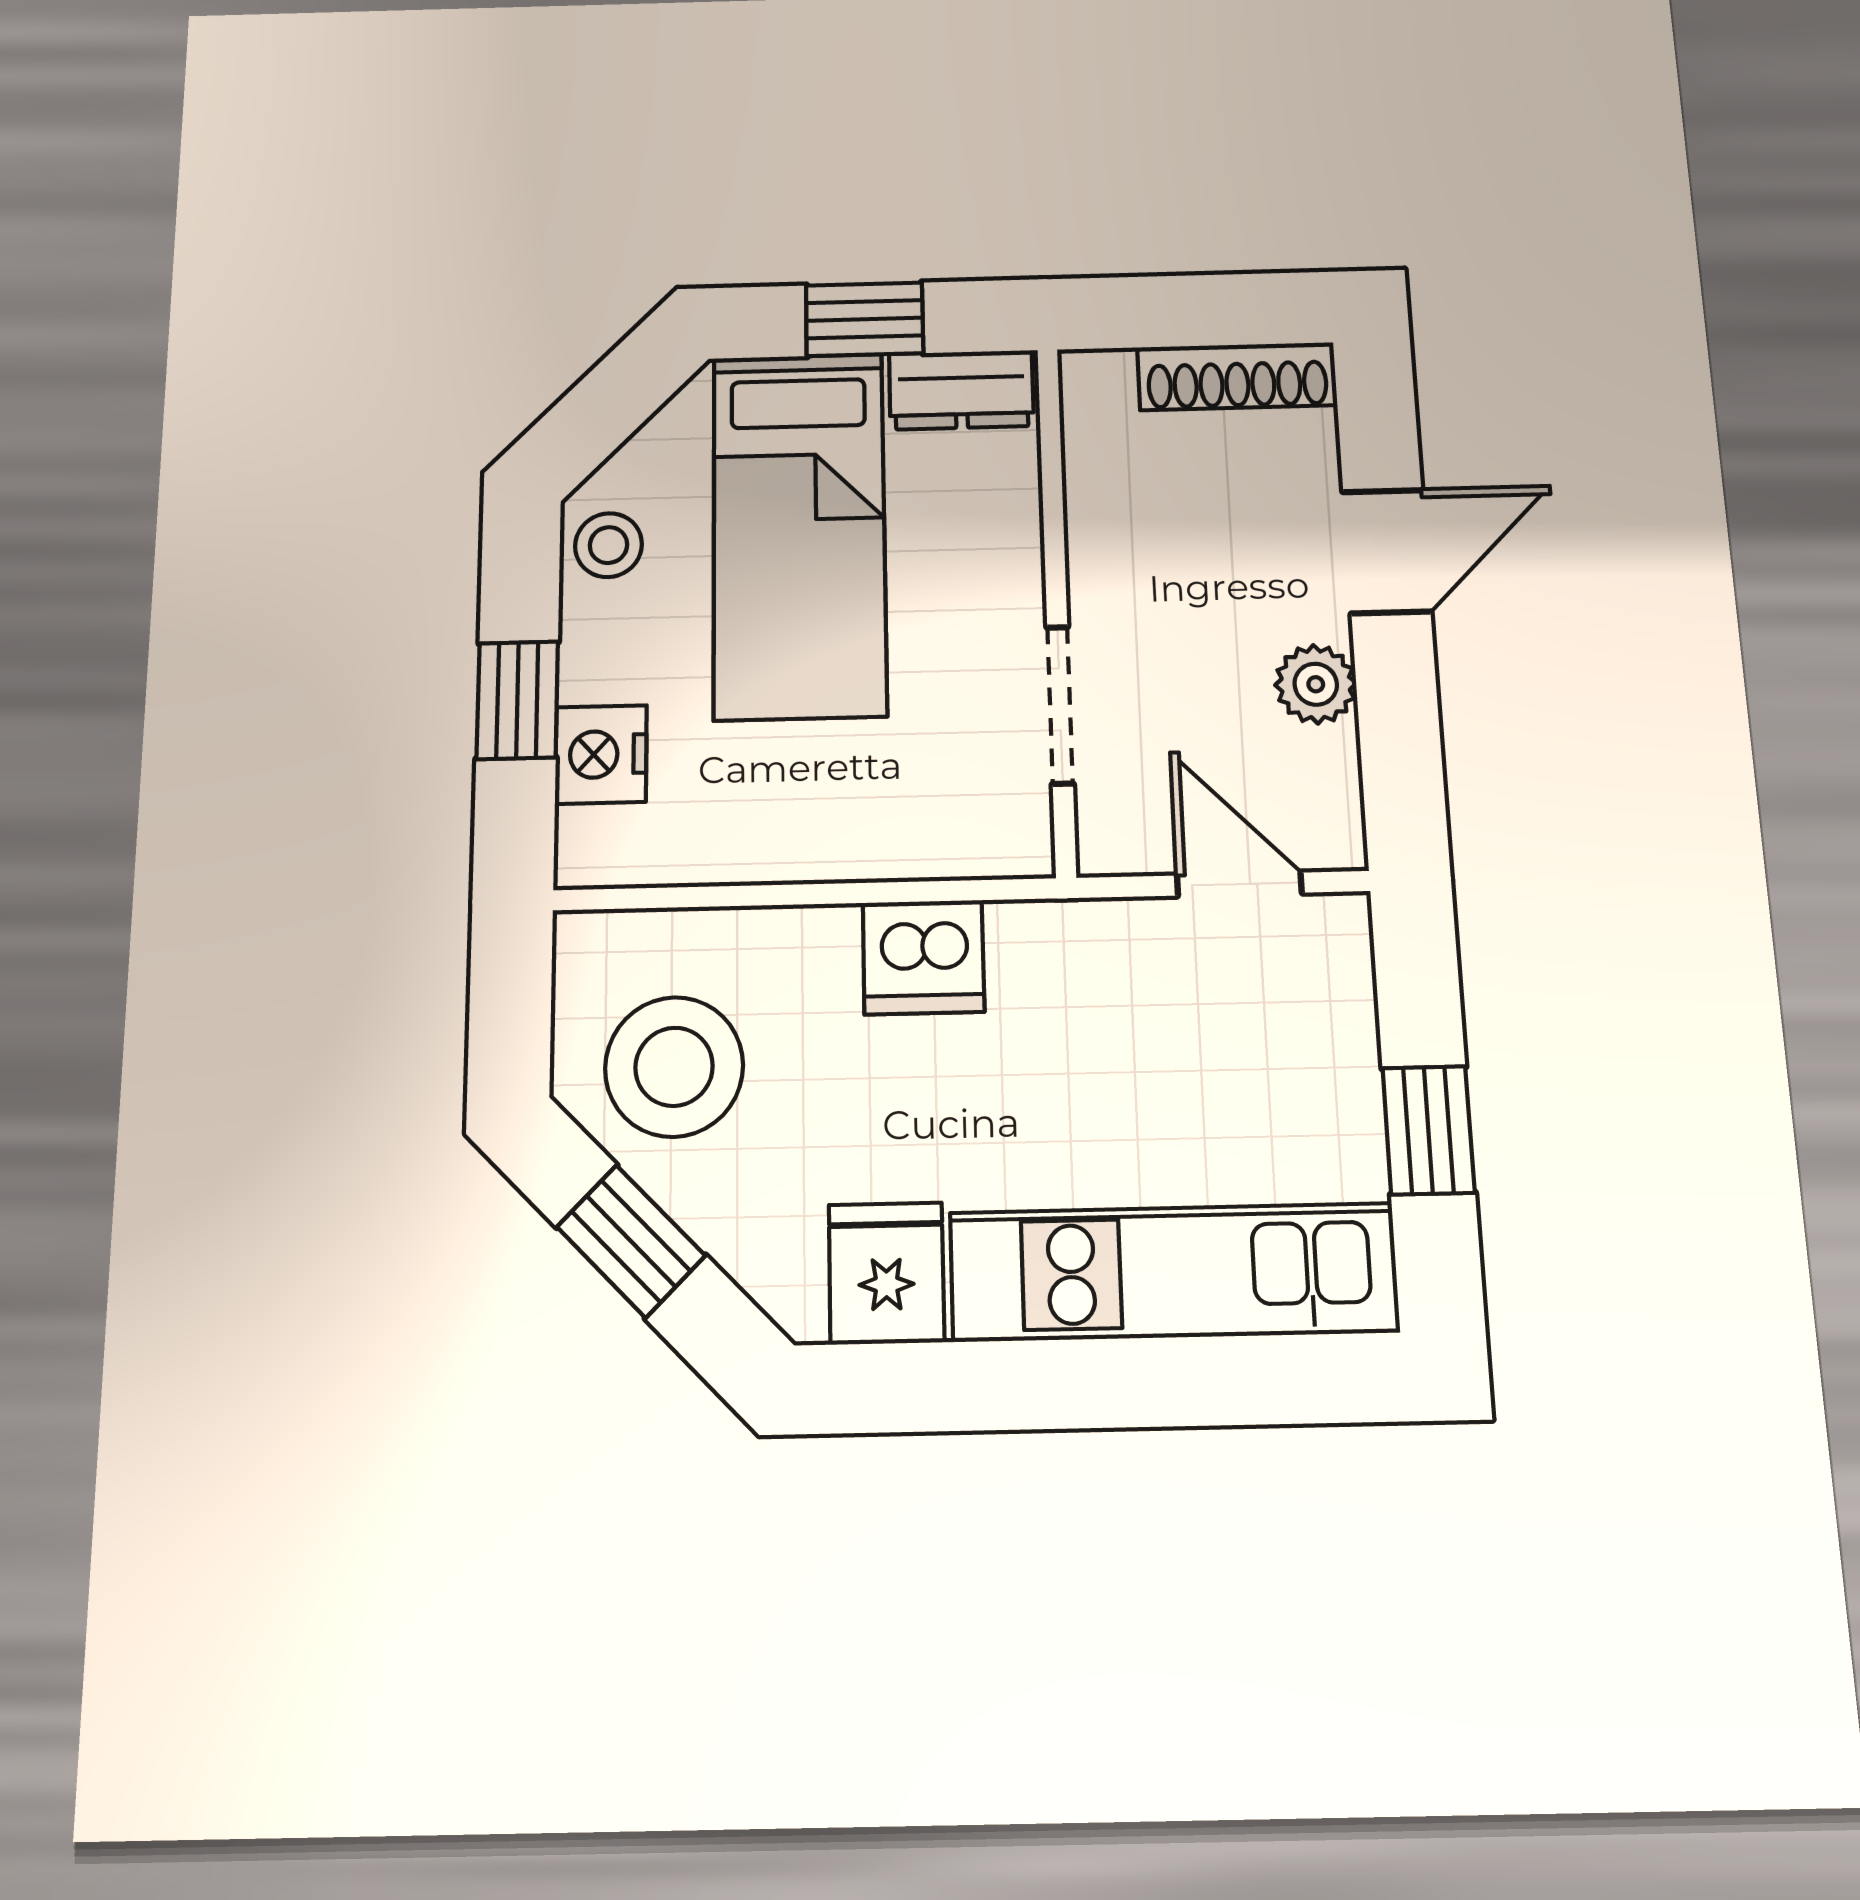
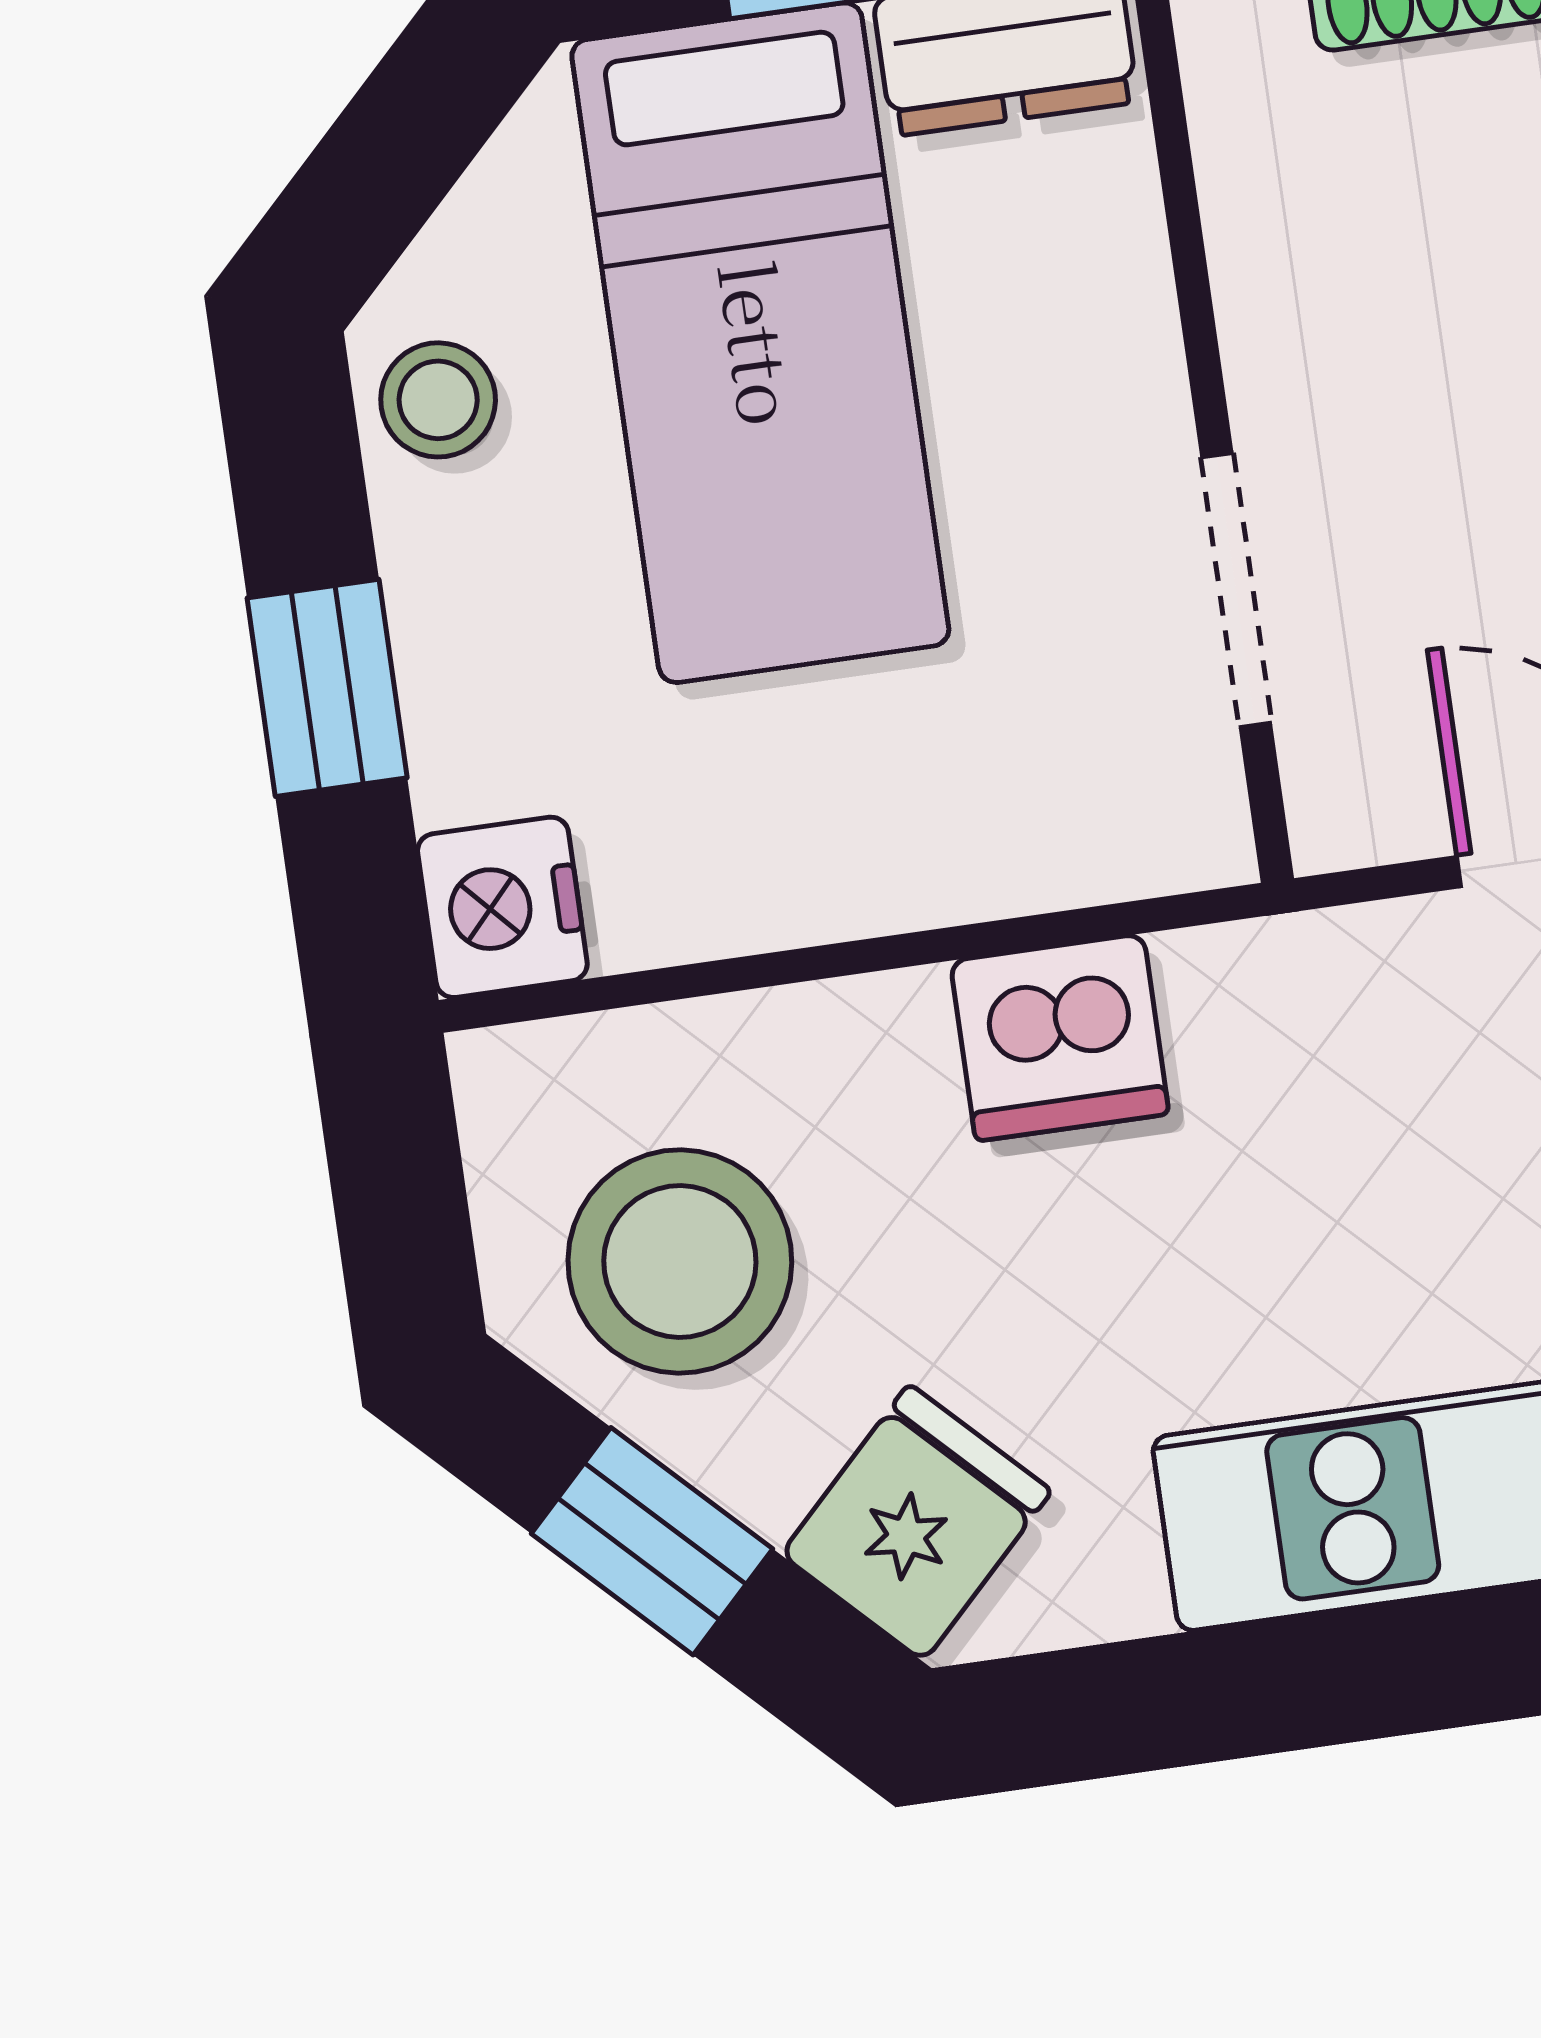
nightstand: (601, 754) -> (502, 907), moved
fridge: (886, 1273) -> (916, 1523), moved, turned 45

